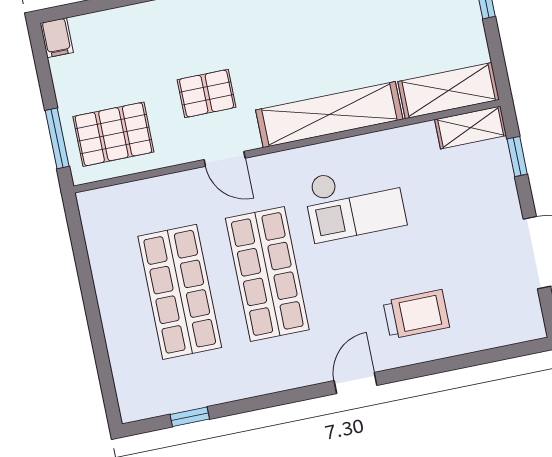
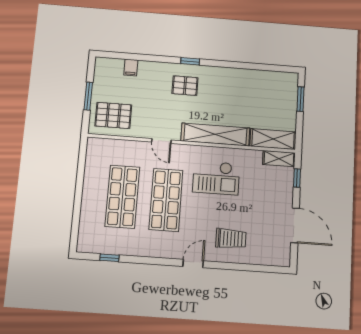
filing cabinet: (57, 38) -> (131, 68), moved
pallet: (207, 93) -> (185, 86), moved
window: (57, 138) -> (88, 96), moved

